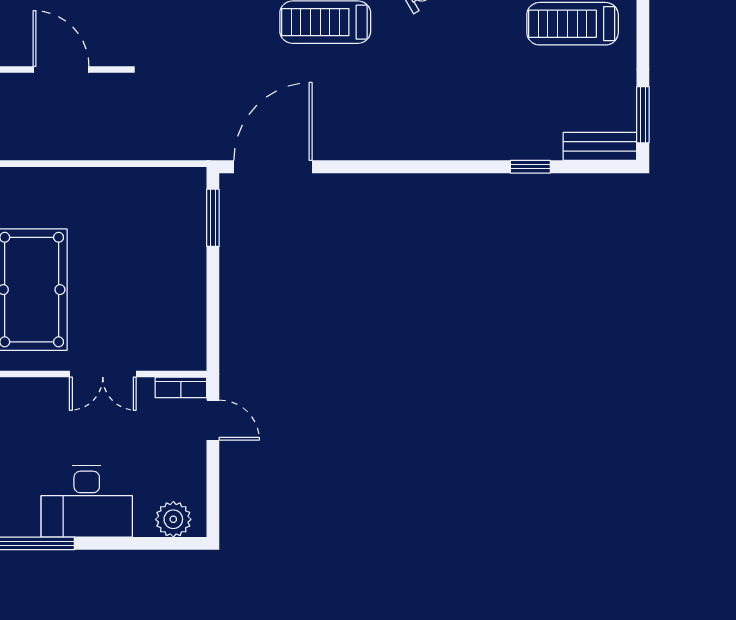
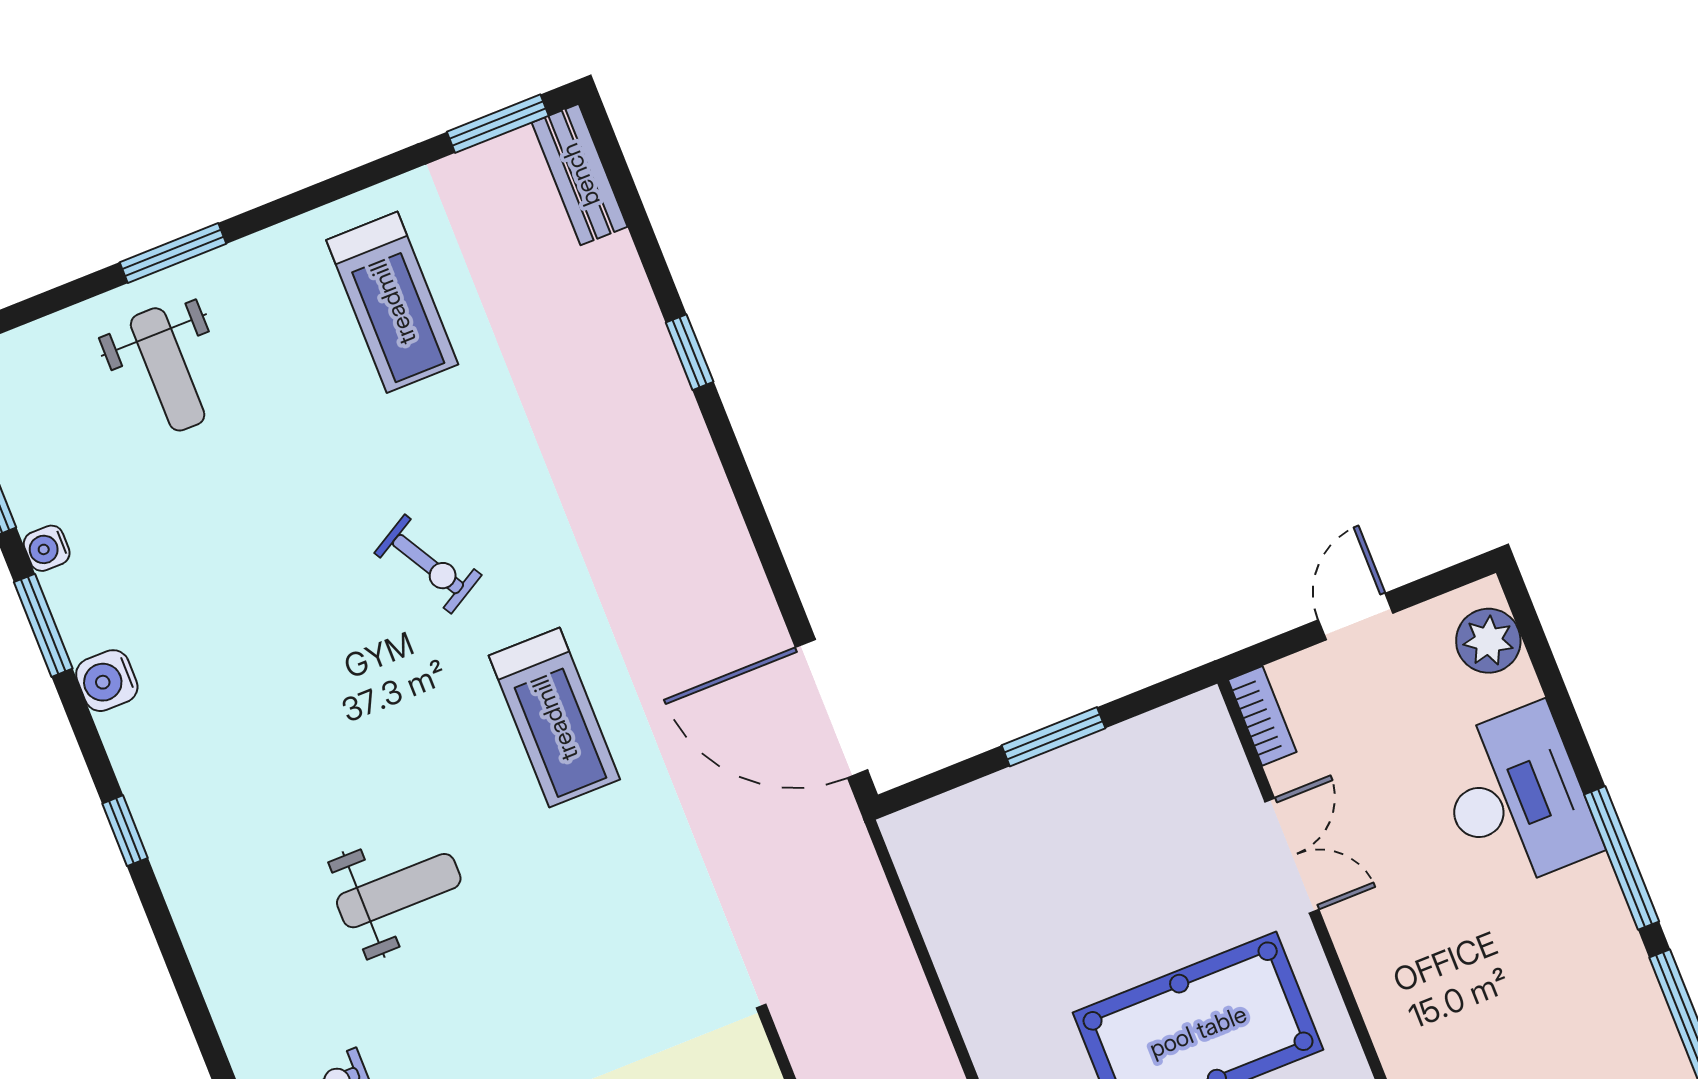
window: (530, 167) -> (690, 352), moved
window: (213, 218) -> (1053, 737), moved
door: (213, 420) -> (1356, 616), moved

